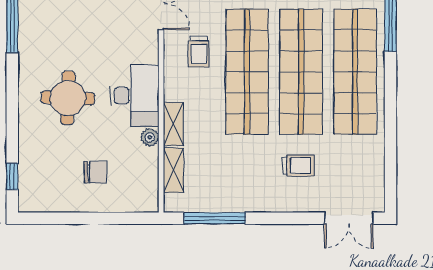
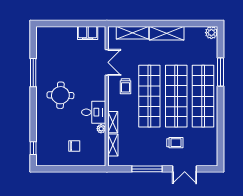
desk: (135, 96) -> (94, 112), width x0.73
round table: (68, 98) -> (60, 95), moved
window: (215, 218) -> (147, 169), moved
double door: (349, 218) -> (185, 169), moved

